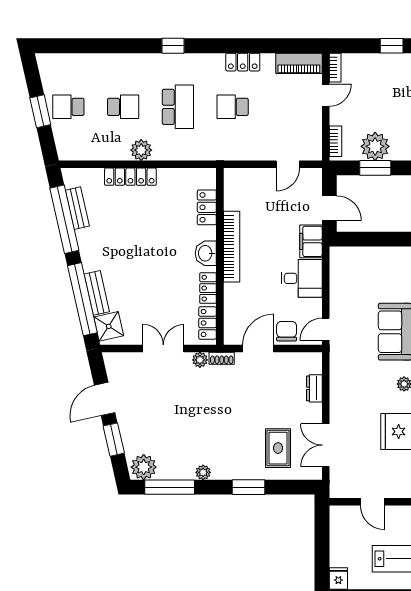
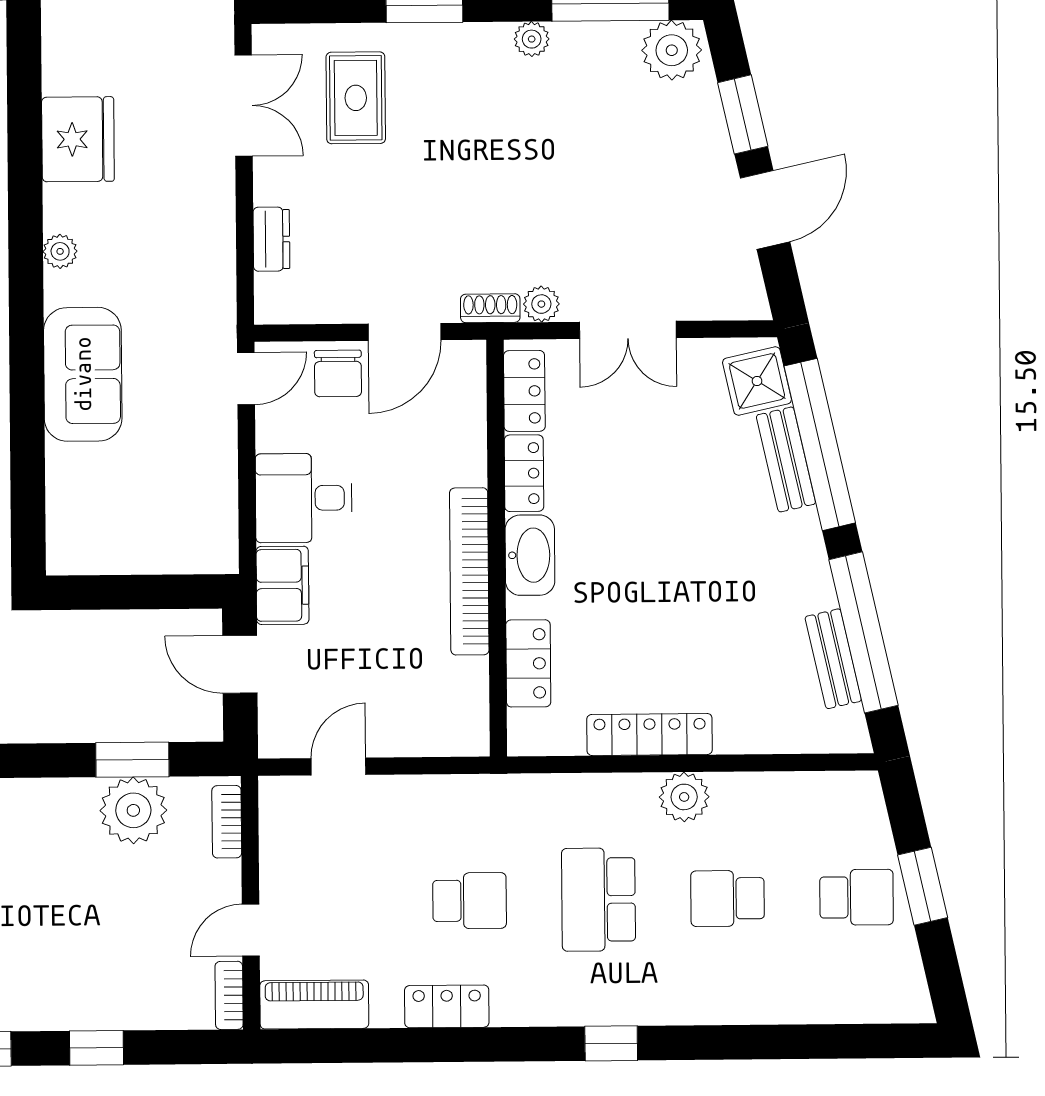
locker: (130, 177) -> (650, 734), moved
washbasin: (206, 253) -> (530, 555), width x1.38

